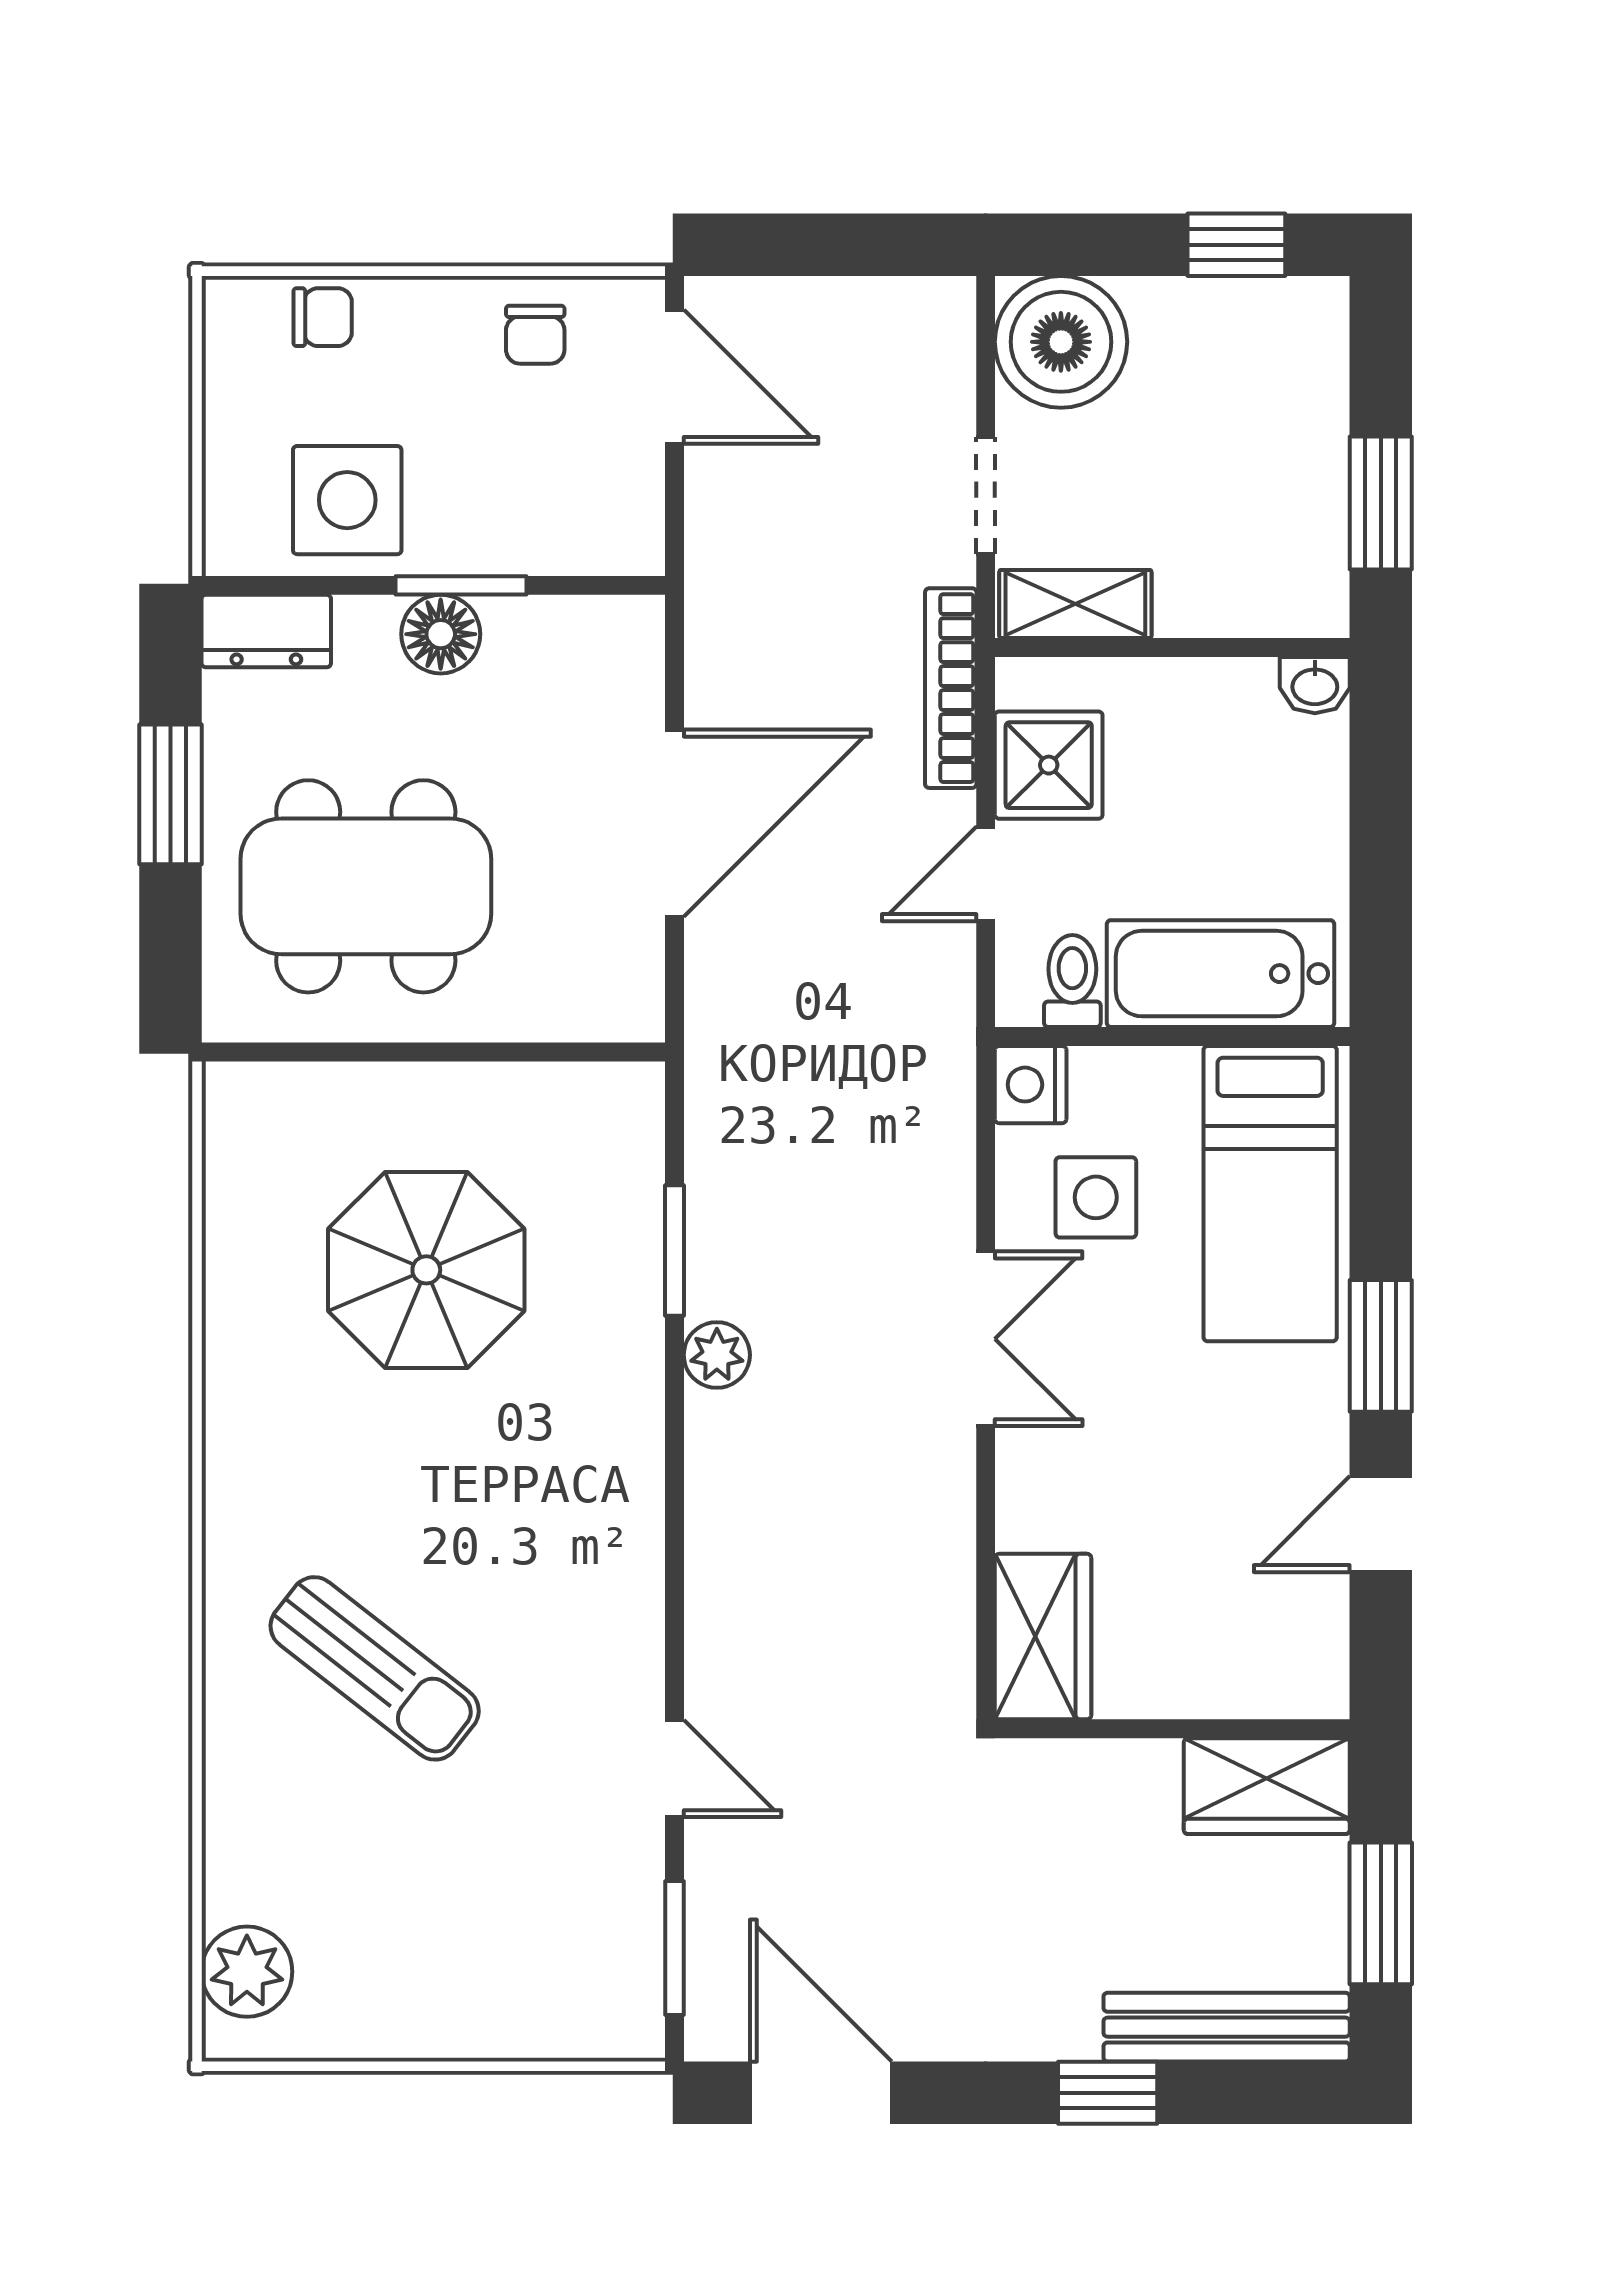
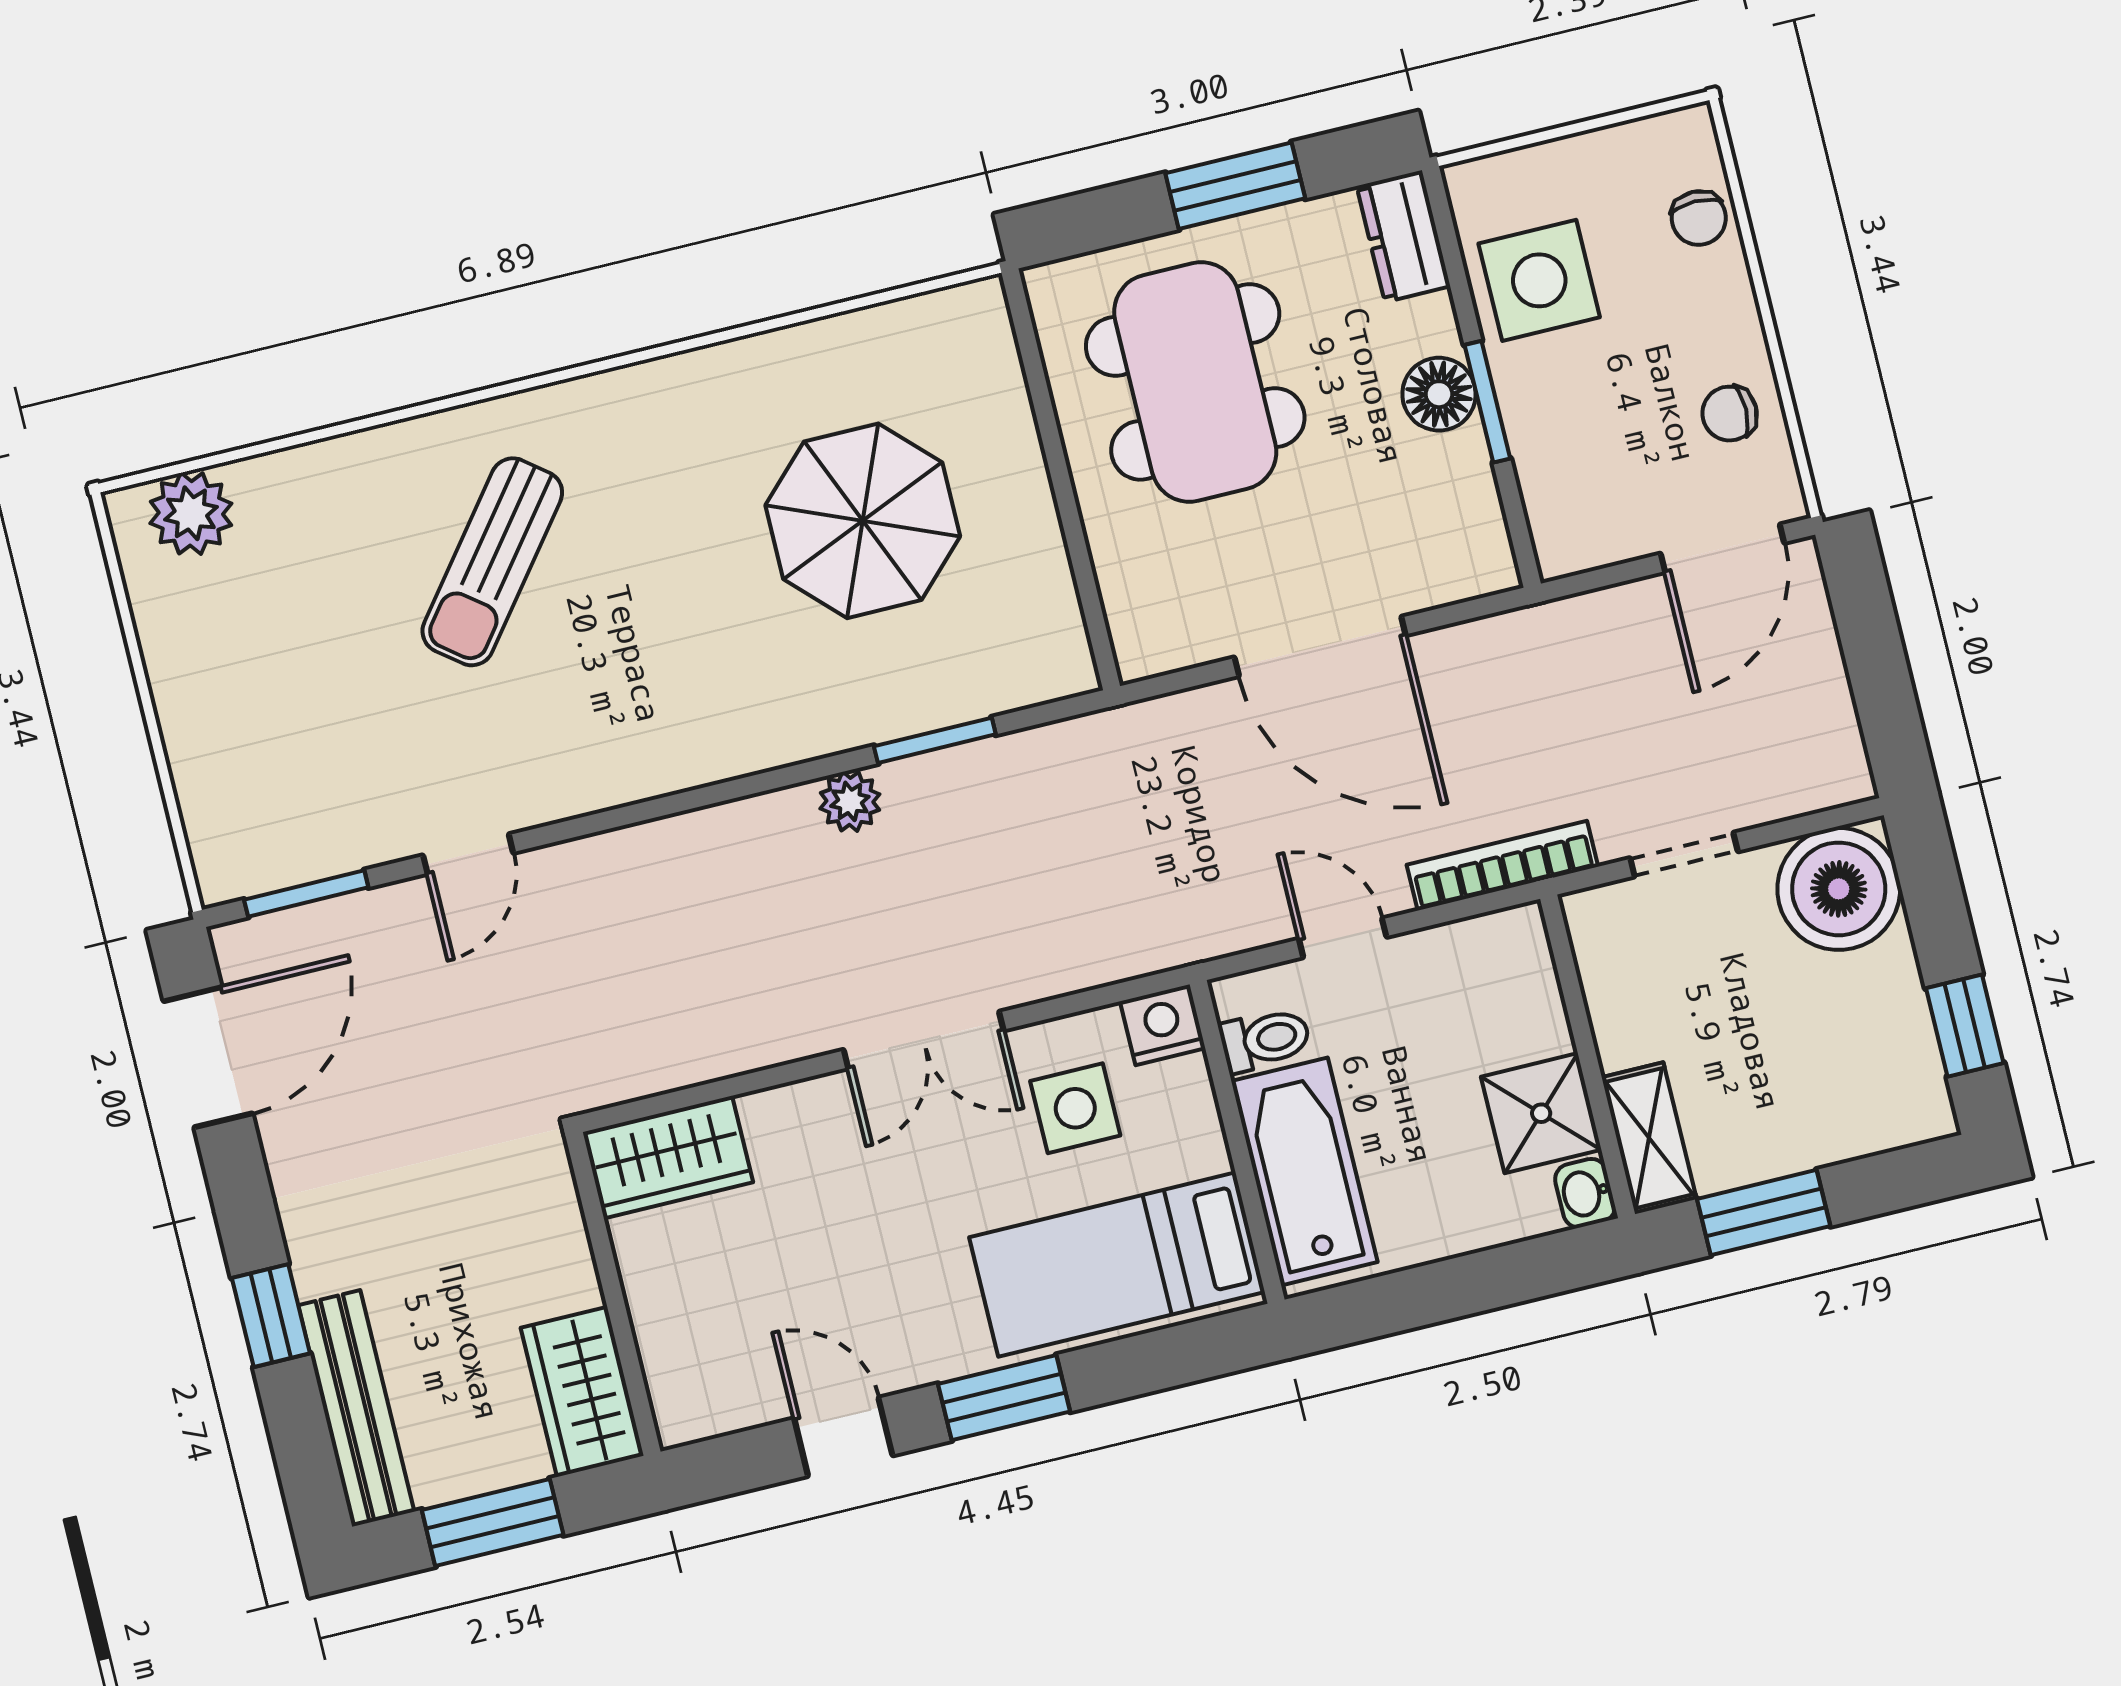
shelving: (1075, 604) -> (1649, 1138), moved
shower: (1049, 765) -> (1541, 1113), moved

